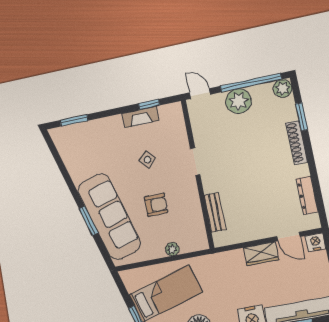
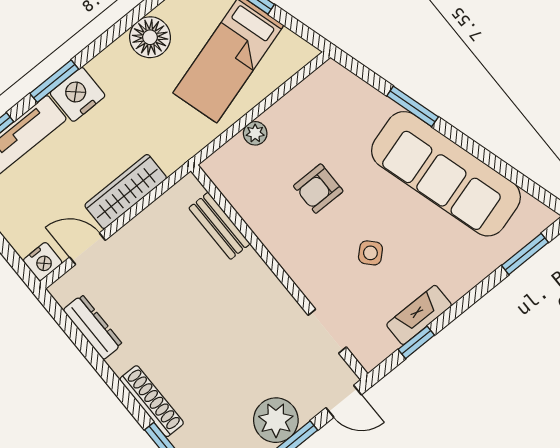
doorway: (195, 161) -> (327, 331), moved
sofa: (109, 216) -> (446, 174), moved
wardrobe: (261, 254) -> (126, 192), width x1.50

